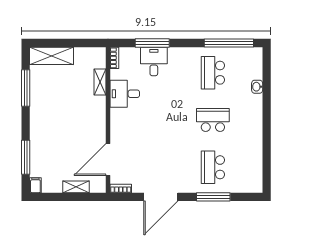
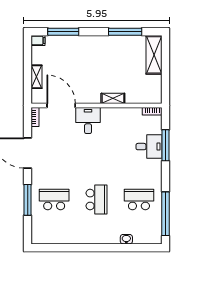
shelving: (100, 82) -> (113, 98), moved
desk: (125, 94) -> (88, 121), moved

